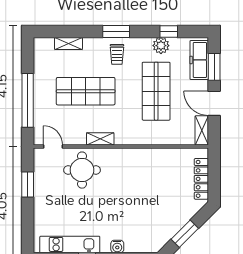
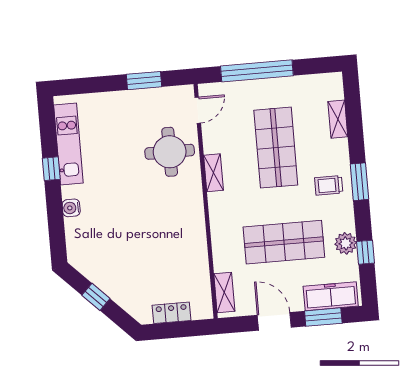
door: (214, 103) -> (274, 321), hinge flipped
shelving: (202, 130) -> (224, 292), moved, turned 90
locker: (201, 179) -> (171, 313), width x0.66
window: (185, 234) -> (96, 297), width x0.67

